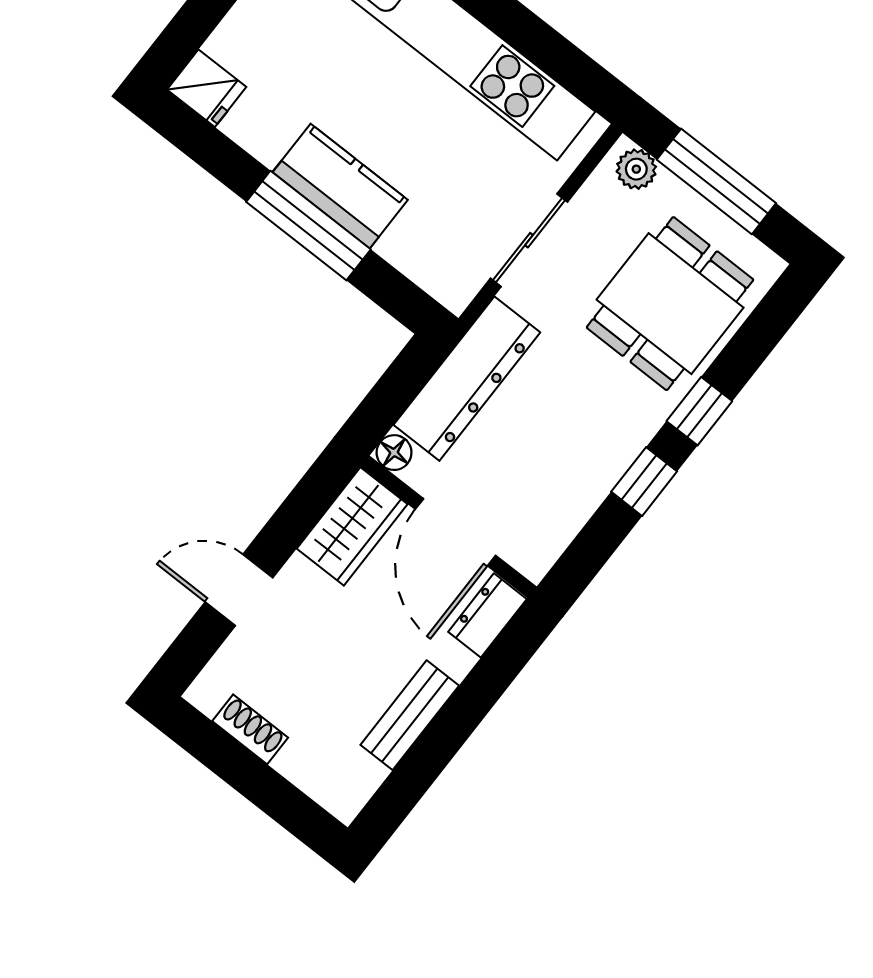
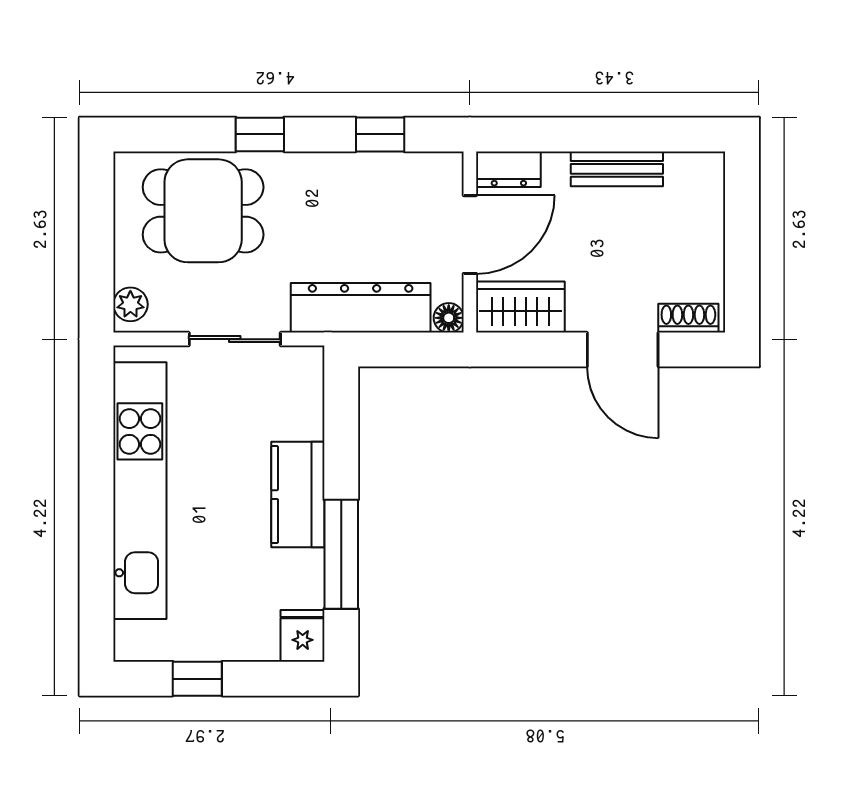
window: (716, 181) -> (97, 244), removed
window: (308, 226) -> (341, 554), moved
window: (644, 482) -> (380, 134), moved
door: (239, 590) -> (623, 350), width x1.37
shoe rack: (250, 729) -> (688, 318), moved, turned 90

